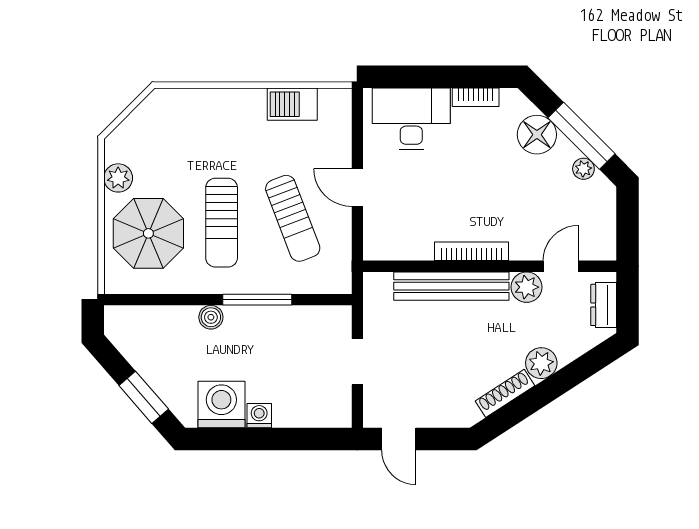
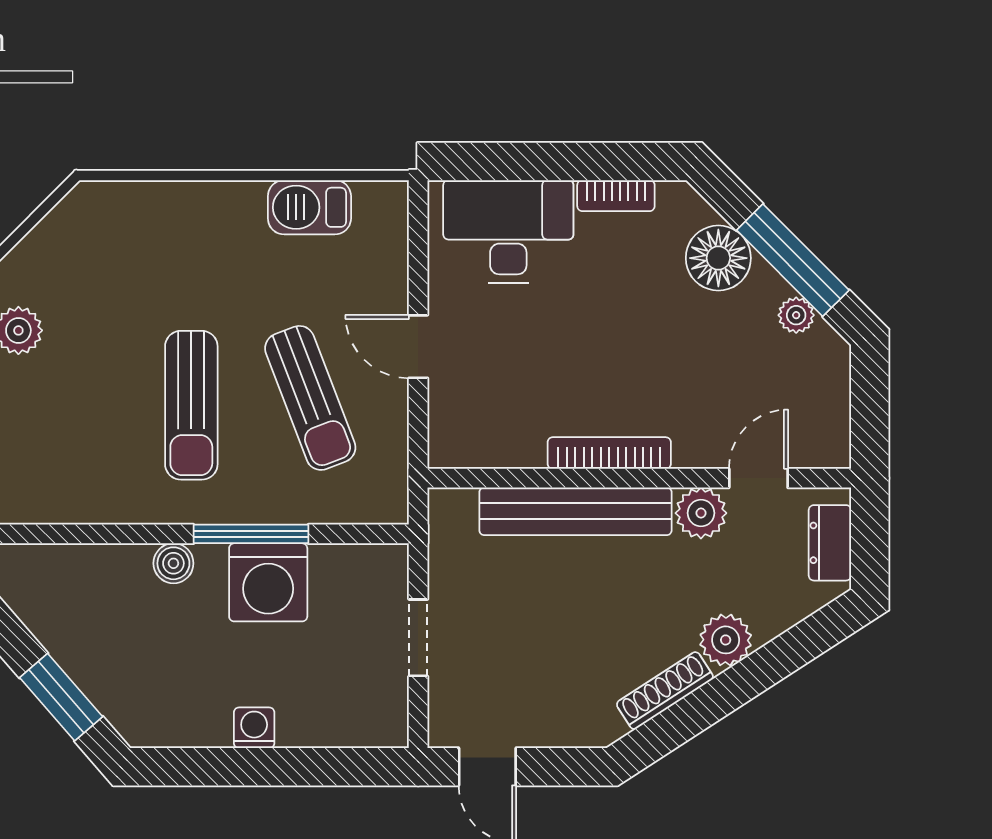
parasol: (148, 233) -> (69, 423), removed
washing machine: (221, 404) -> (268, 582), moved, turned 180

